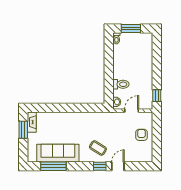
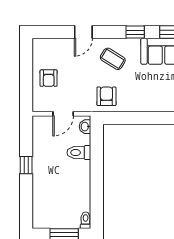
window: (157, 96) -> (26, 165), moved
armchair: (102, 122) -> (106, 96), added
window: (100, 166) -> (135, 32), moved

